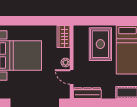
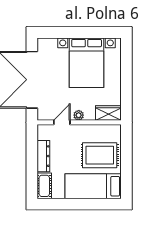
dresser: (87, 93) -> (43, 156), moved

